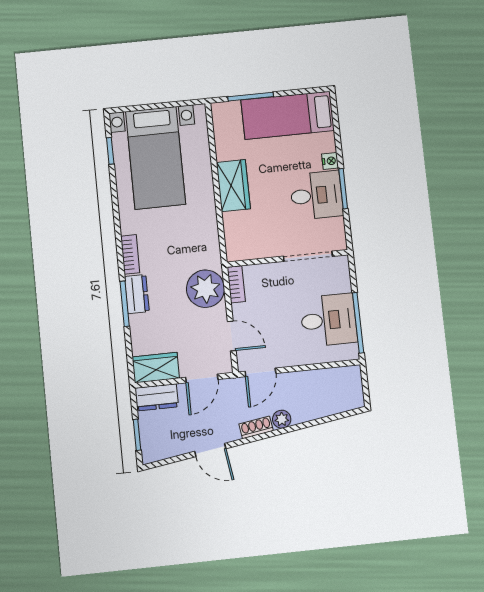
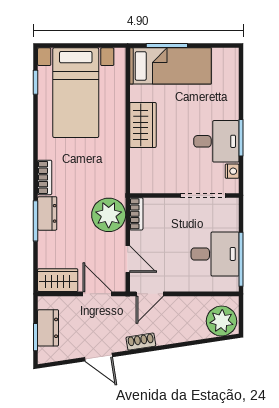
bed: (288, 115) -> (170, 66), moved, turned 180
nightstand: (330, 161) -> (232, 171), moved
door: (202, 378) -> (97, 294), swing flipped
dresser: (157, 397) -> (48, 328), moved, turned -90
plant: (282, 419) -> (222, 321), moved, width x1.88, depth x1.88

